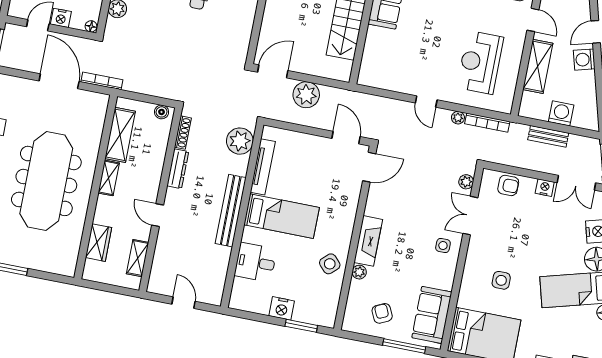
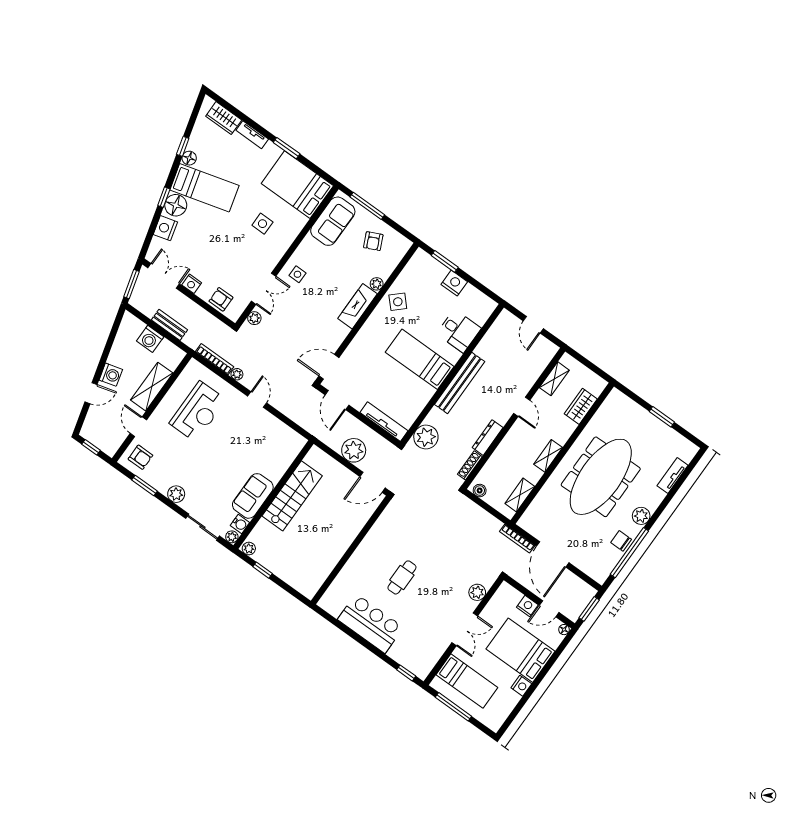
floor lamp: (91, 26) -> (564, 630), moved
shelving: (120, 135) -> (520, 495), width x0.67, depth x0.75
tv unit: (263, 167) -> (384, 422), moved, turned 90

